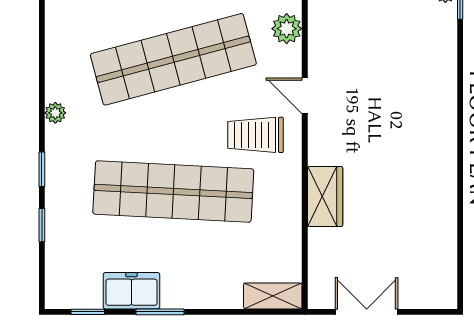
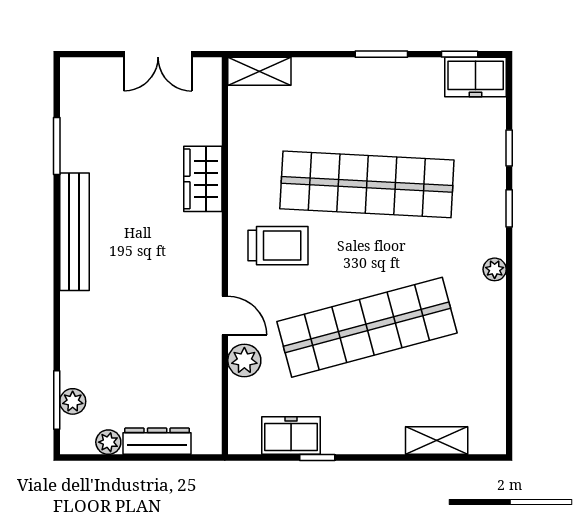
door: (305, 96) -> (225, 316), moved
bench: (444, 148) -> (74, 232), added
window: (460, 227) -> (57, 146), added
freezer: (131, 291) -> (476, 77), moved

